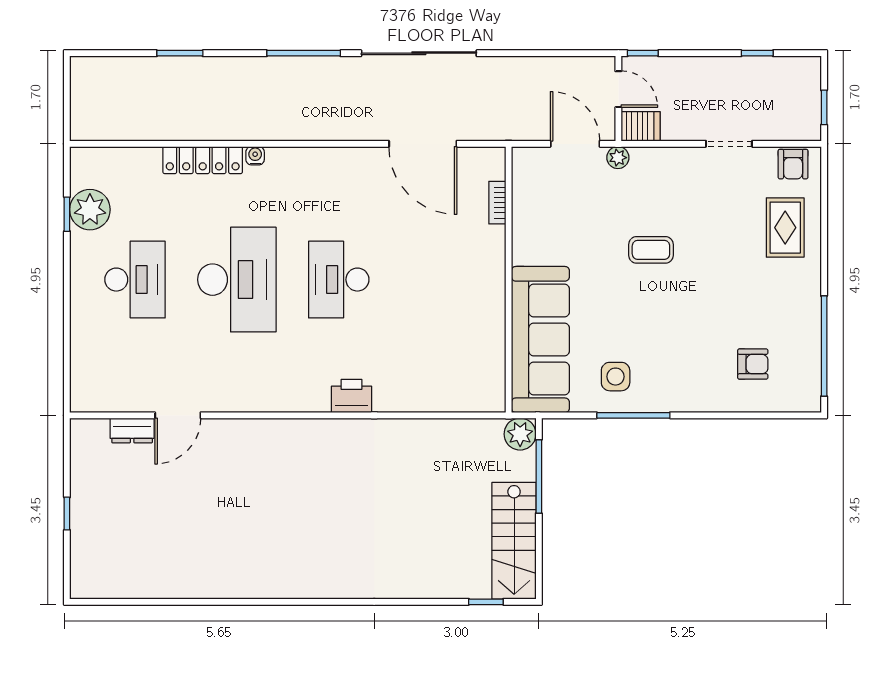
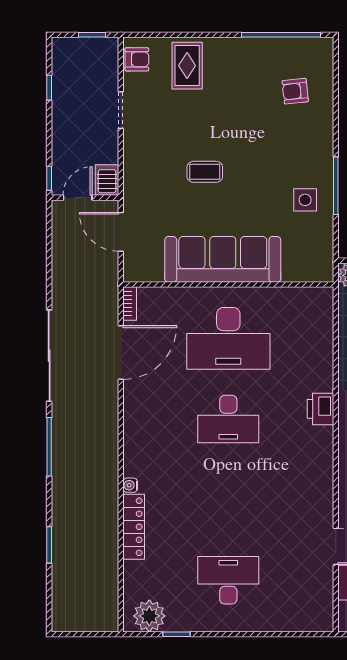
door: (575, 144) -> (121, 232), hinge flipped
plant: (618, 158) -> (132, 198), removed
bookcase: (497, 203) -> (130, 304), moved, turned -90
plant: (90, 210) -> (149, 616), moved
rug: (785, 228) -> (187, 66), turned 90
coffee table: (651, 250) -> (205, 172), turned 90
desk: (237, 280) -> (228, 338), moved, turned 180
sofa: (540, 340) -> (223, 259), moved
armchair: (753, 364) -> (295, 91), turned -96

